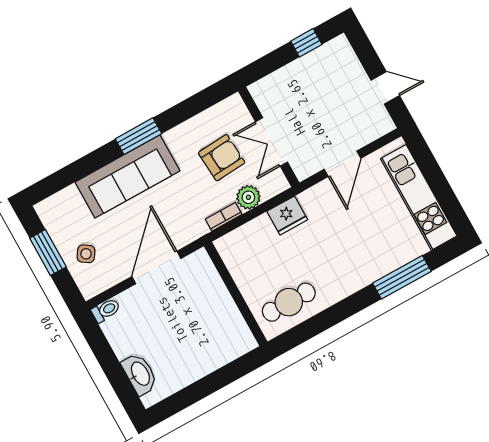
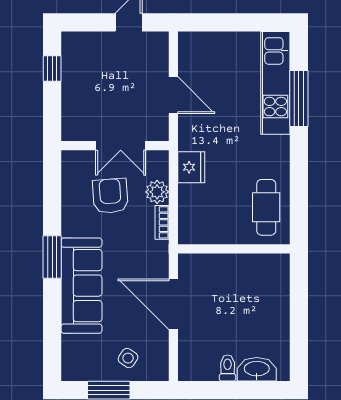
kitchen unit: (419, 197) -> (275, 83), moved, turned 90
toilet: (106, 310) -> (228, 368), moved

